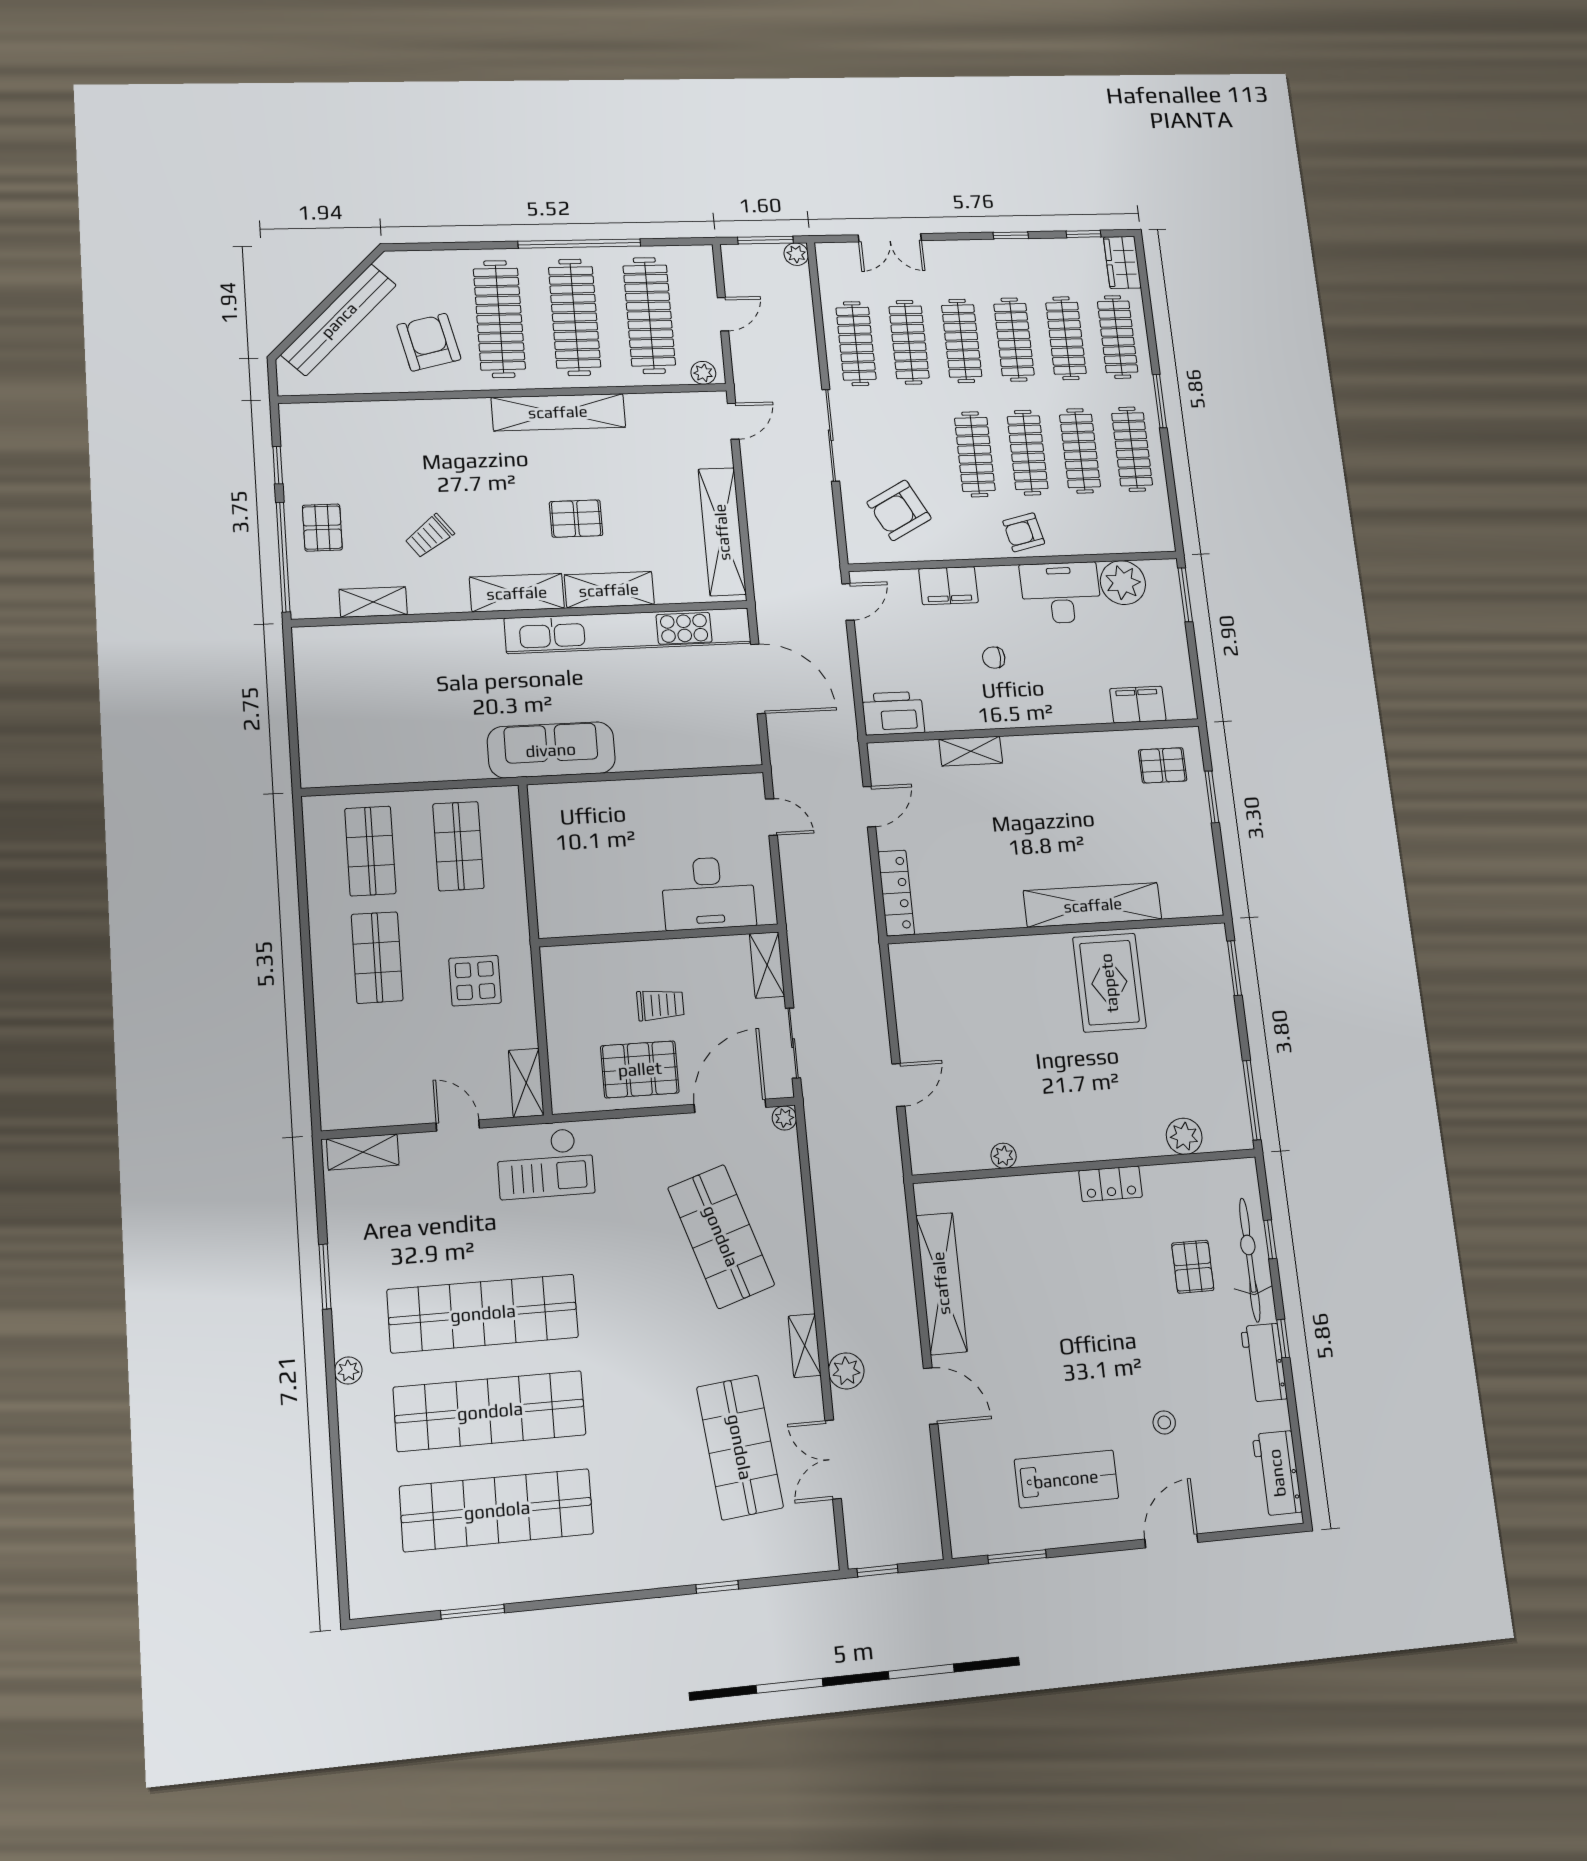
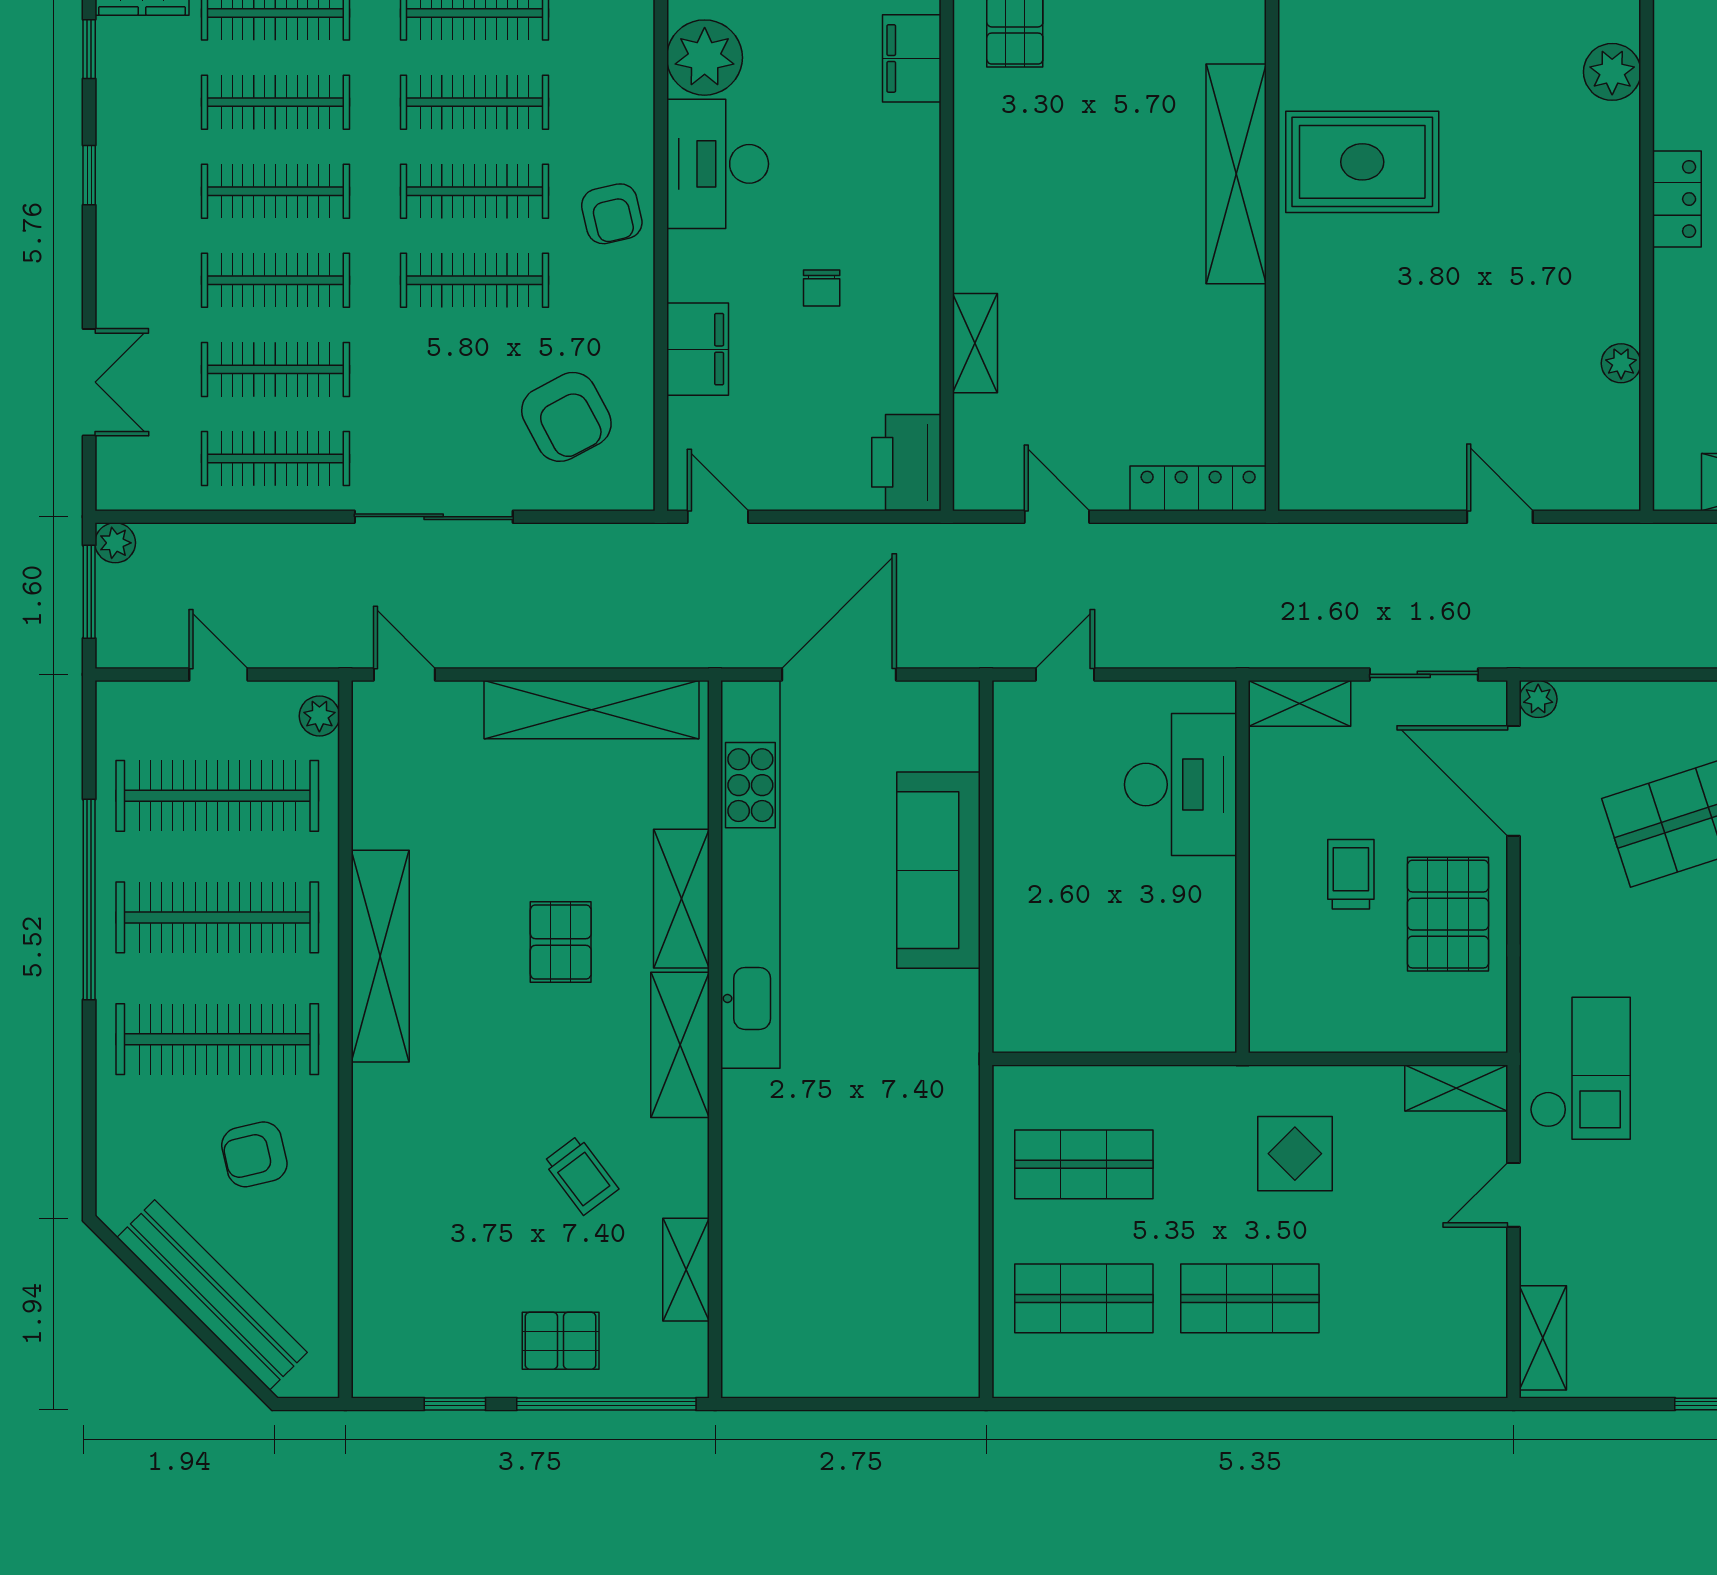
armchair: (429, 342) -> (254, 1154), width x0.72, depth x0.72
sofa: (551, 750) -> (939, 870), moved

